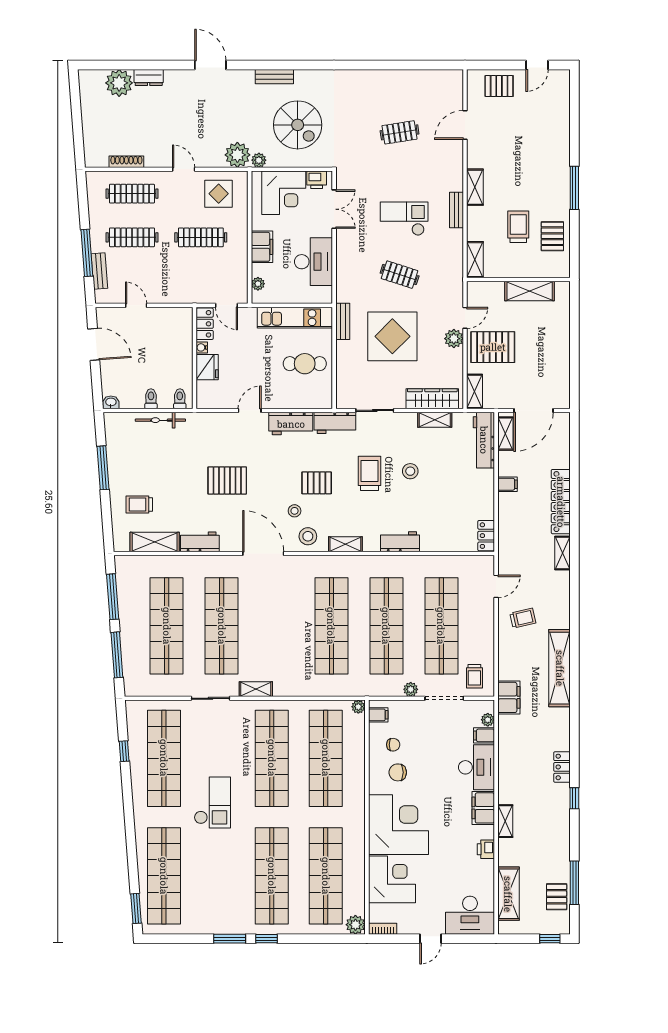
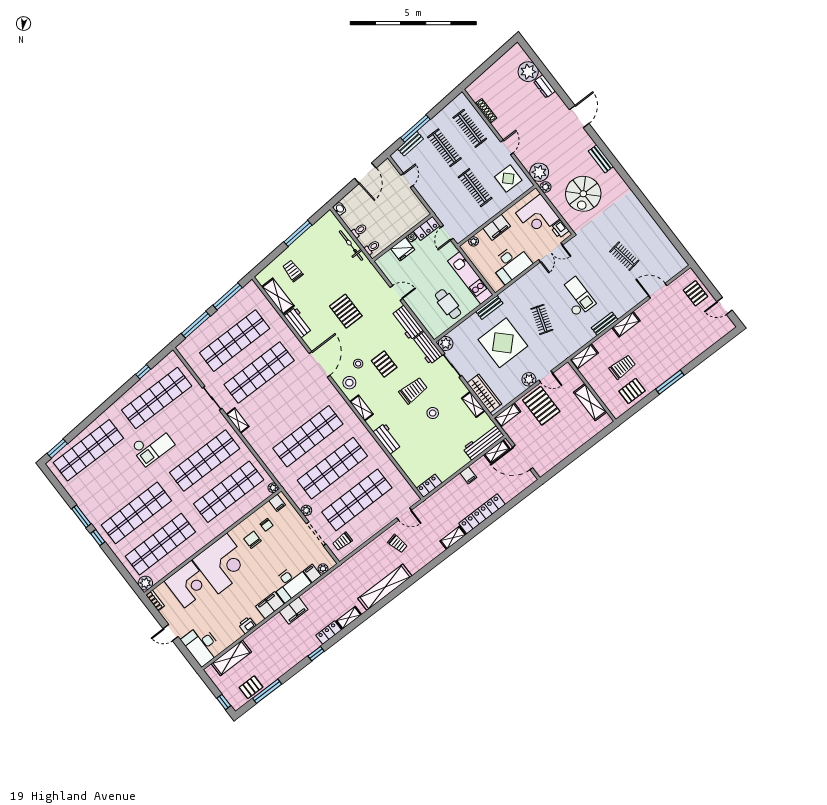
plant: (346, 399) -> (446, 343), added
filing cabinet: (509, 697) -> (294, 610), moved
shelving: (505, 821) -> (349, 618), moved

